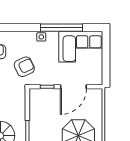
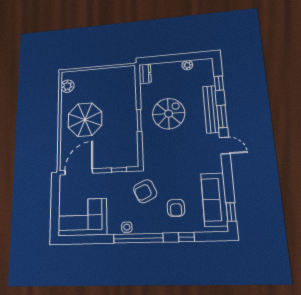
window: (61, 28) -> (138, 238), moved
door: (73, 87) -> (79, 172), moved

